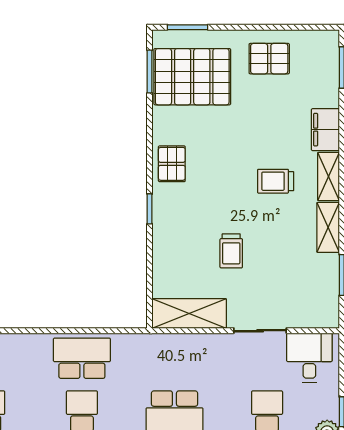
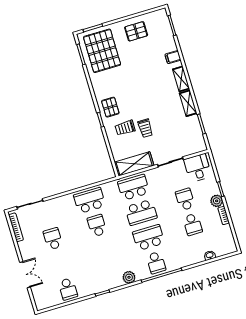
pallet: (192, 77) -> (102, 51), turned 90
filing cabinet: (325, 130) -> (173, 57), width x0.50
pallet: (172, 164) -> (110, 107), moved
trolley: (276, 181) -> (125, 128), moved
school desk: (174, 358) -> (134, 187), added

